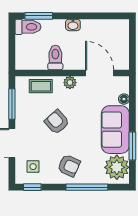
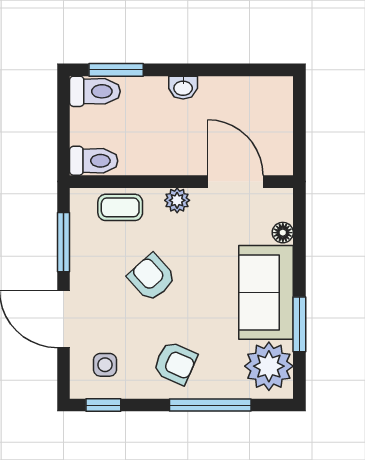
toilet: (55, 57) -> (94, 161), moved, turned 90

